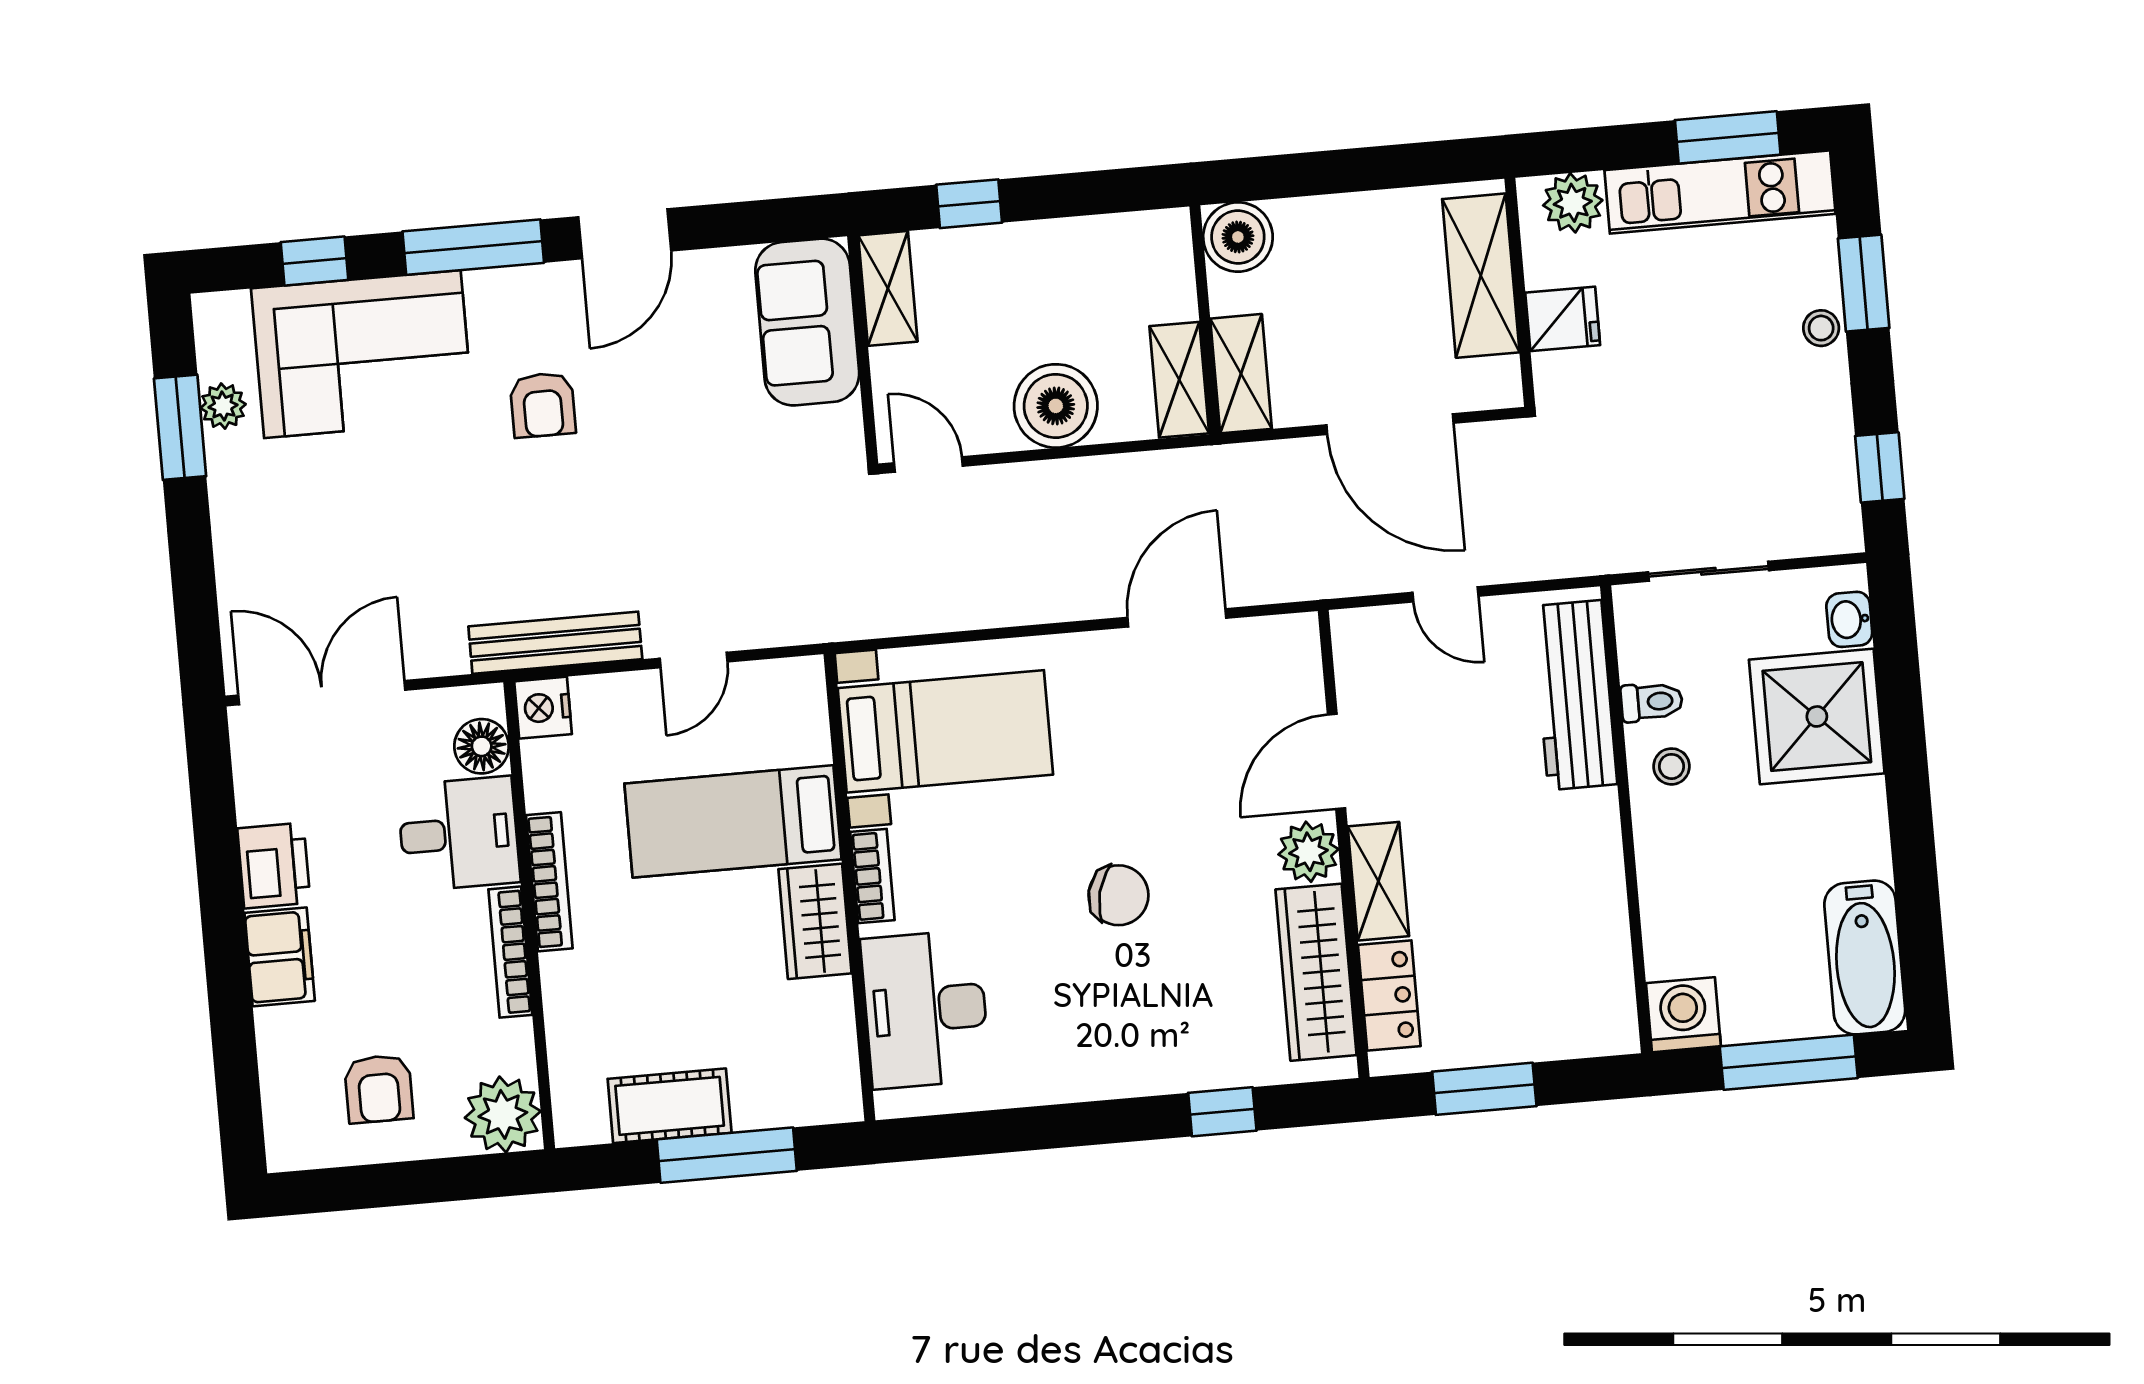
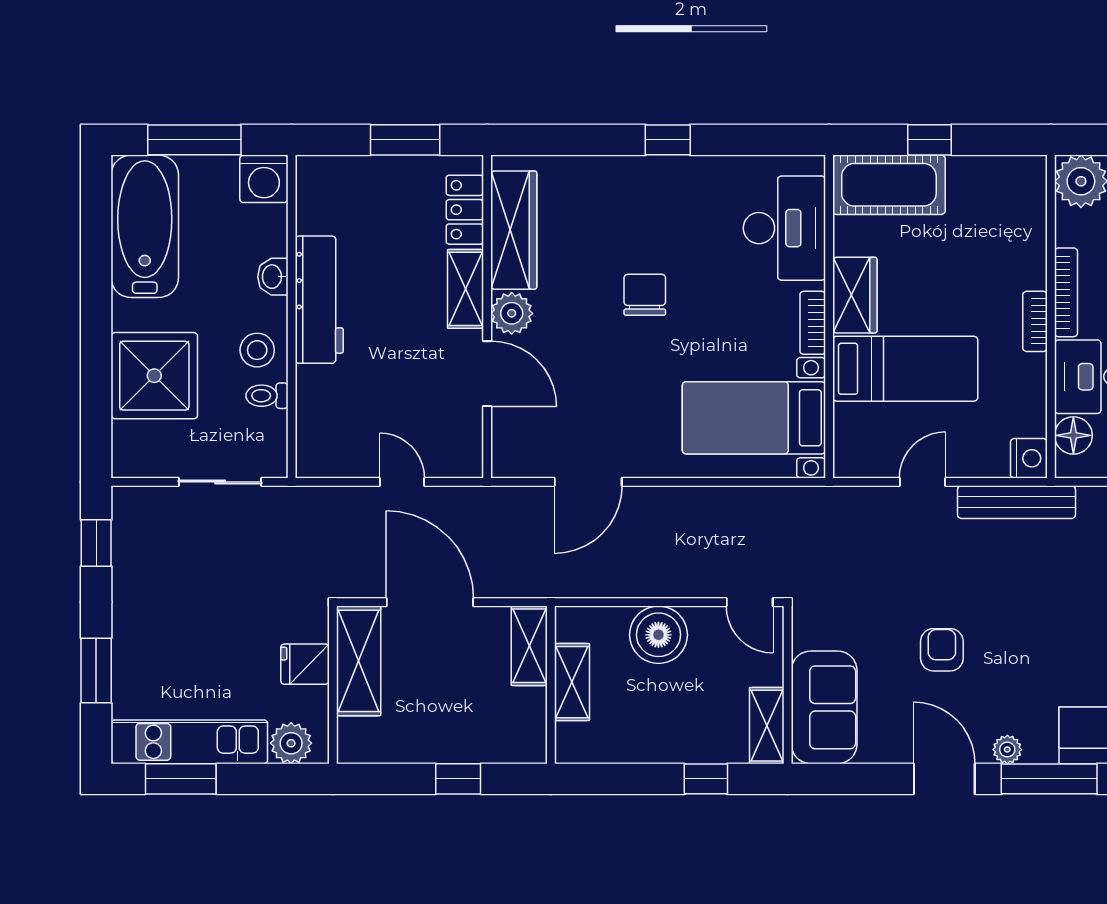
window: (1327, 172) -> (458, 779), added
door: (625, 234) -> (944, 779), hinge flipped
boiler: (1238, 237) -> (523, 740), removed
shelving: (1481, 276) -> (359, 661), moved
plant: (537, 284) -> (1007, 750), added
stool: (1821, 328) -> (128, 642), removed
shelving: (1179, 380) -> (572, 682), moved
armchair: (543, 405) -> (942, 650), moved
washbasin: (1849, 619) -> (273, 277), moved, turned 180
workbench: (1575, 695) -> (319, 300), moved
door: (1336, 761) -> (487, 374), hinge flipped
stool: (1672, 766) -> (257, 350), width x1.37, depth x1.37
bookcase: (549, 882) -> (1035, 321), width x0.64
chair: (1119, 895) -> (645, 295), turned 76
bathtub: (1865, 957) -> (145, 226), width x1.36, depth x1.36
cot: (670, 1106) -> (889, 185), moved, width x1.37, depth x1.34
window: (1222, 1112) -> (668, 140), moved
window: (727, 1155) -> (930, 140), width x0.46

